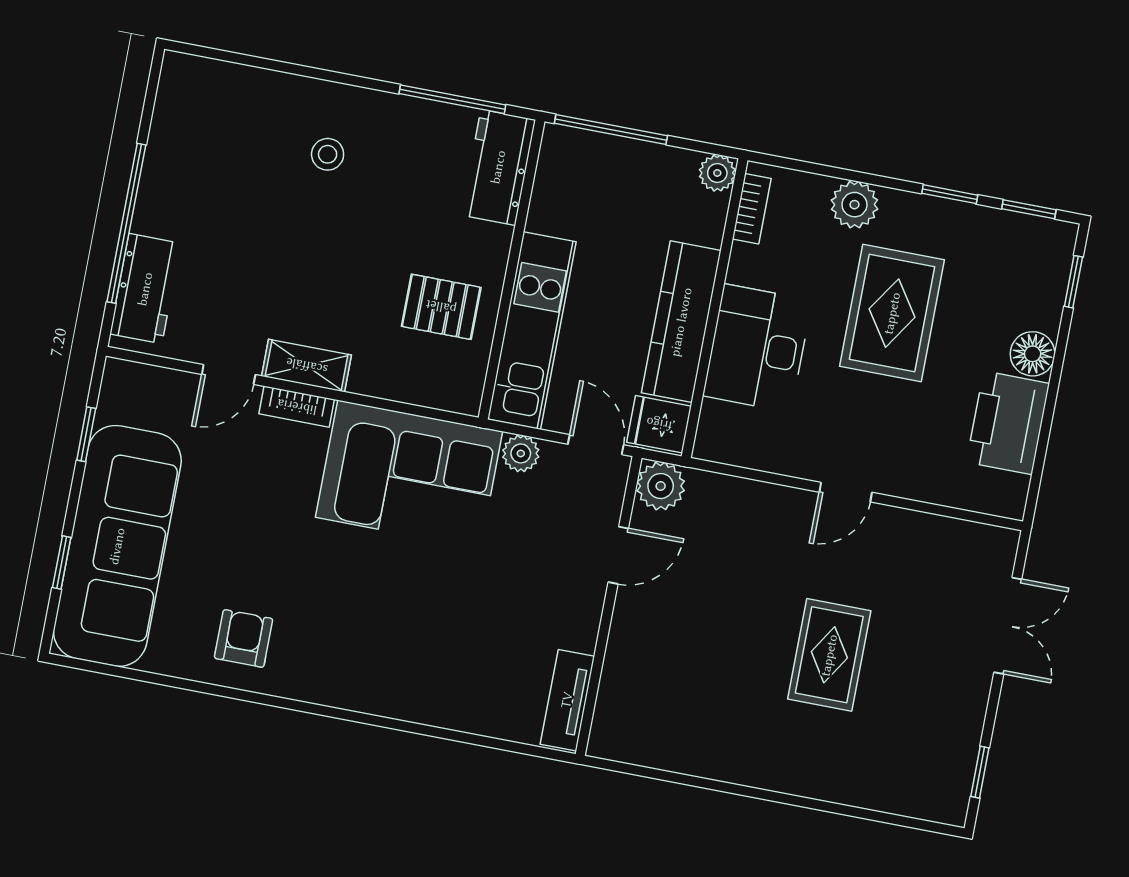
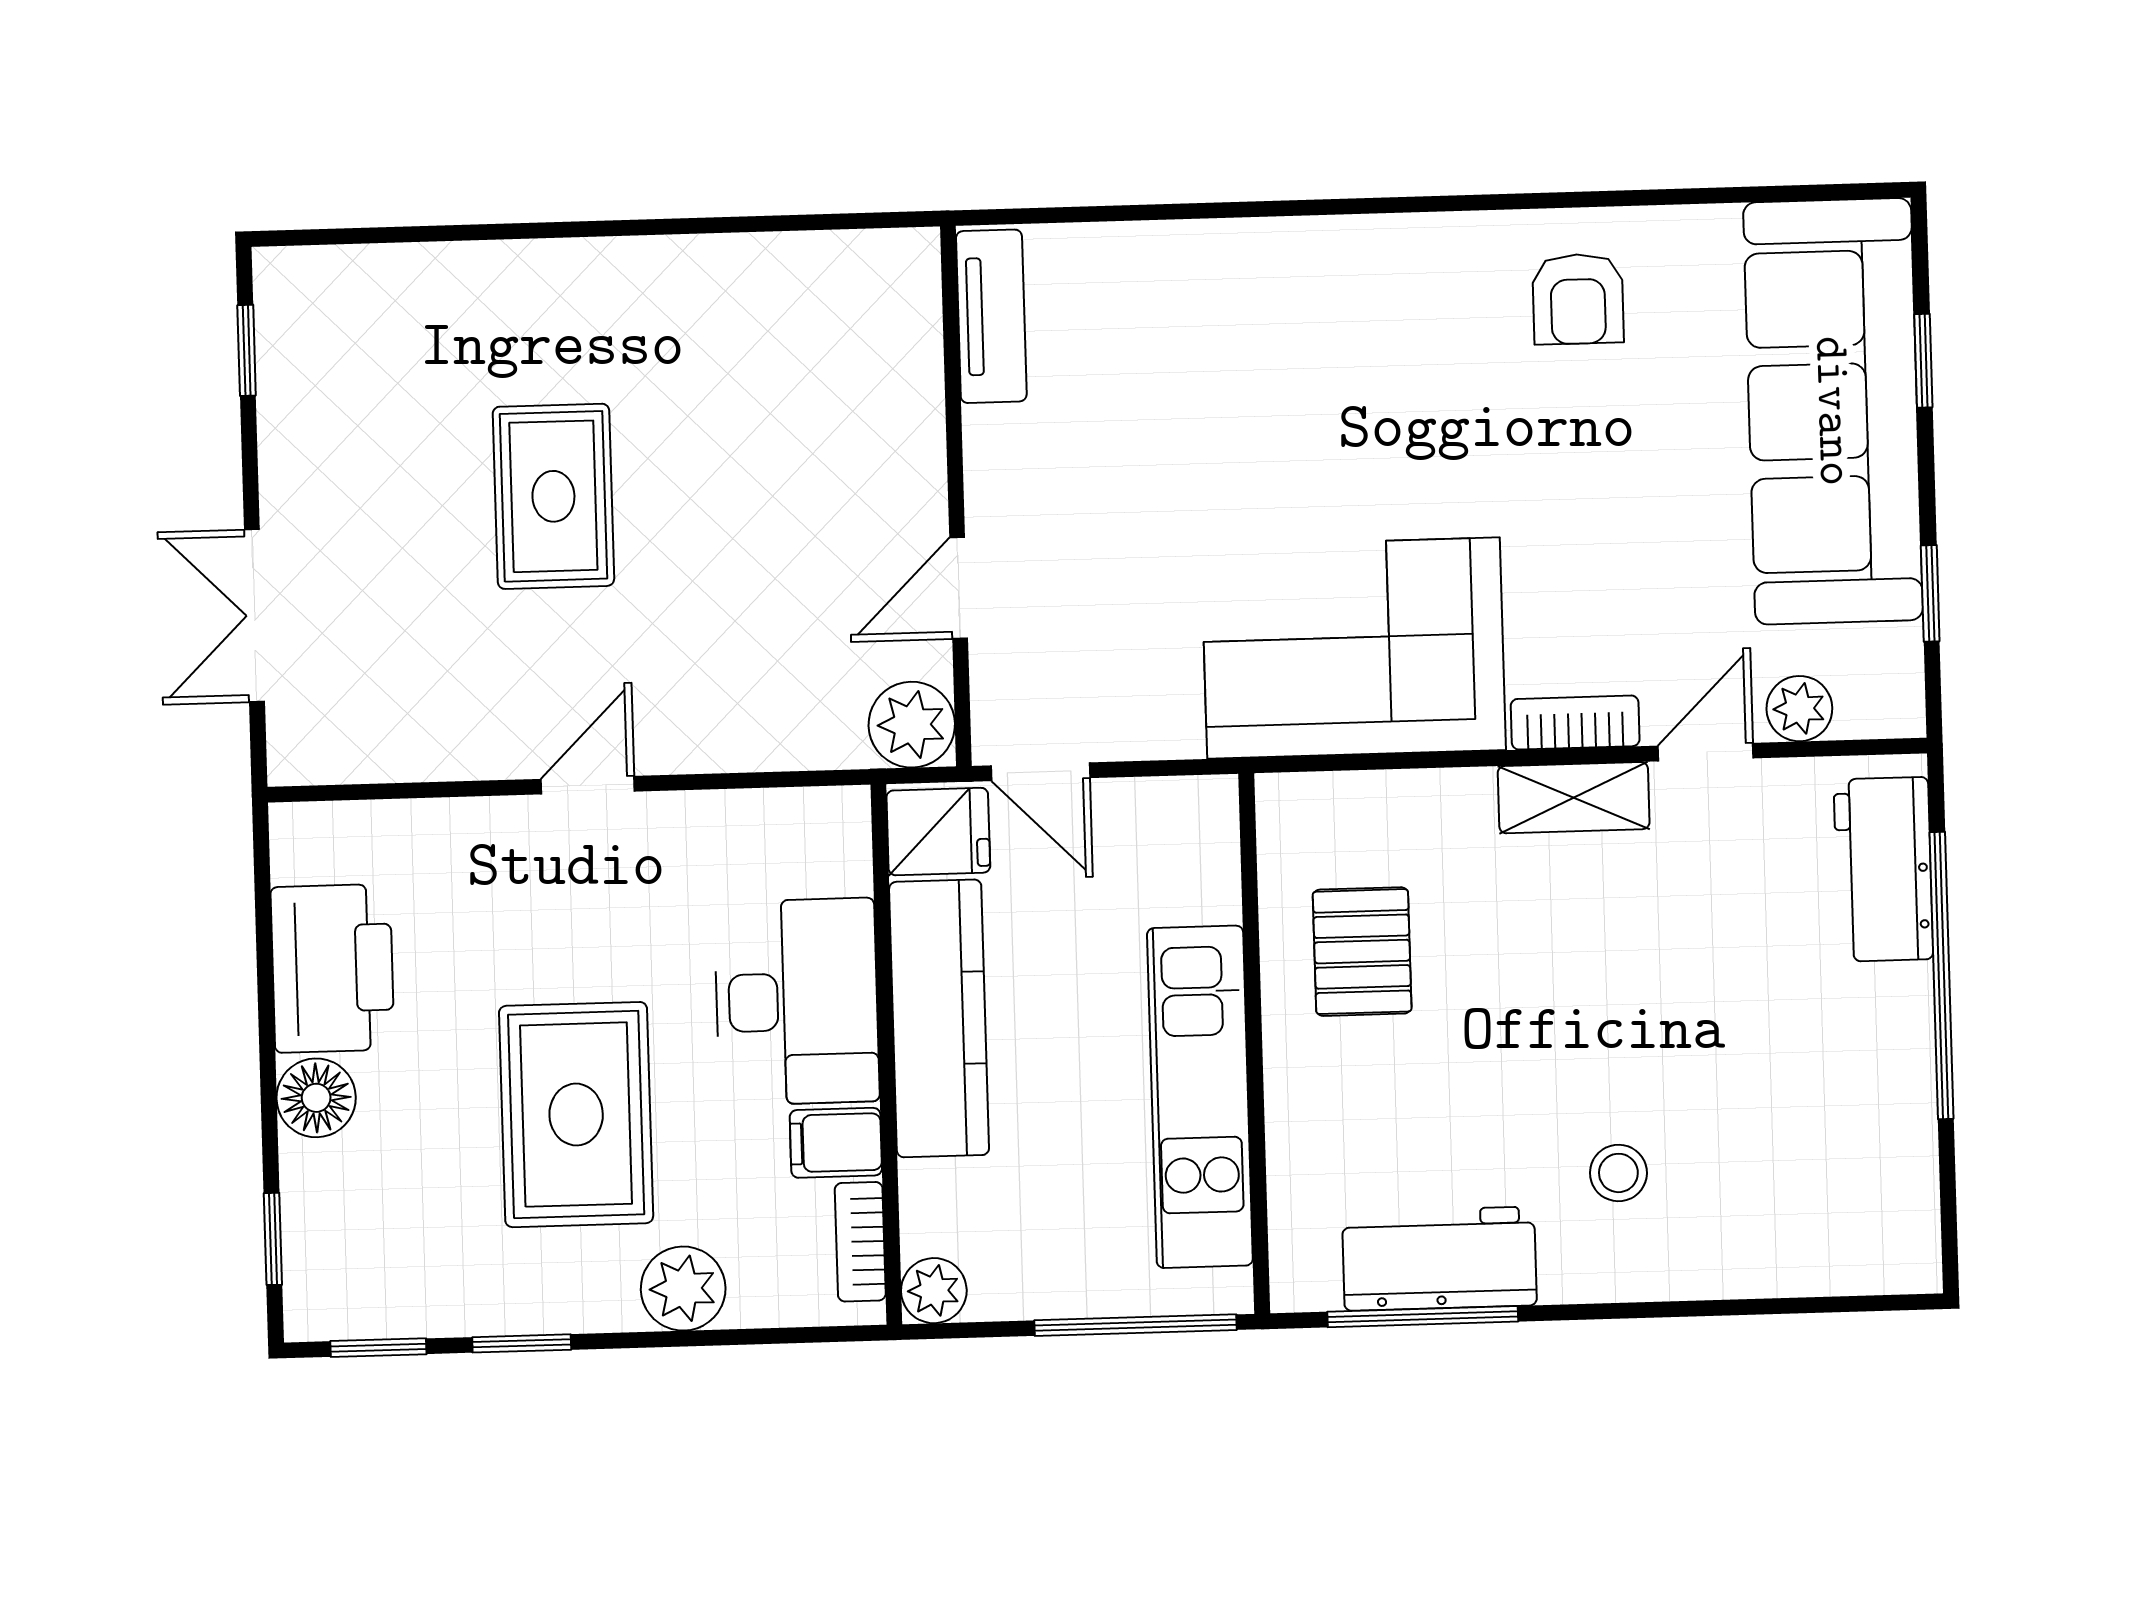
workbench: (498, 167) -> (1439, 1259), moved, turned -90
filing cabinet: (753, 266) -> (836, 1143), added
pallet: (441, 307) -> (1362, 952), turned 90
kitchen unit: (532, 331) -> (1200, 1097), moved
plant: (521, 453) -> (1799, 709), moved

